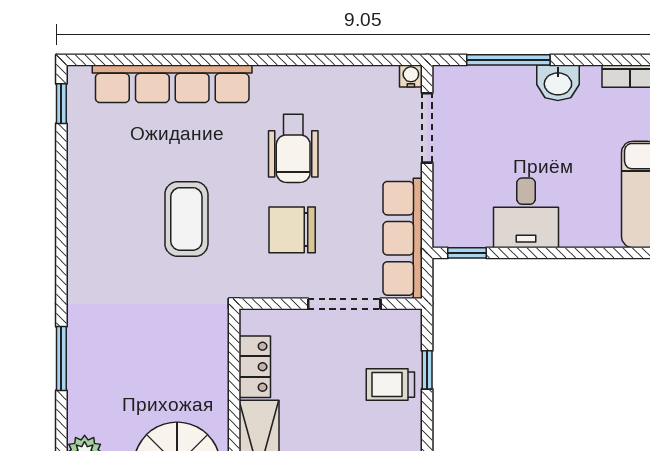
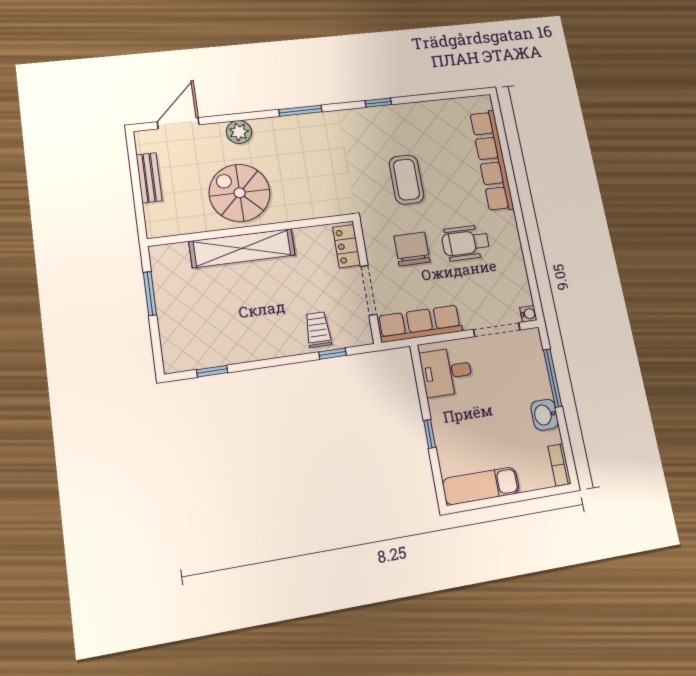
window: (61, 104) -> (378, 103), moved
desk: (526, 213) -> (446, 372), moved
coffee table: (186, 219) -> (406, 180), turned 90
window: (467, 253) -> (430, 434), moved
locker: (255, 367) -> (347, 246), moved, turned 90

